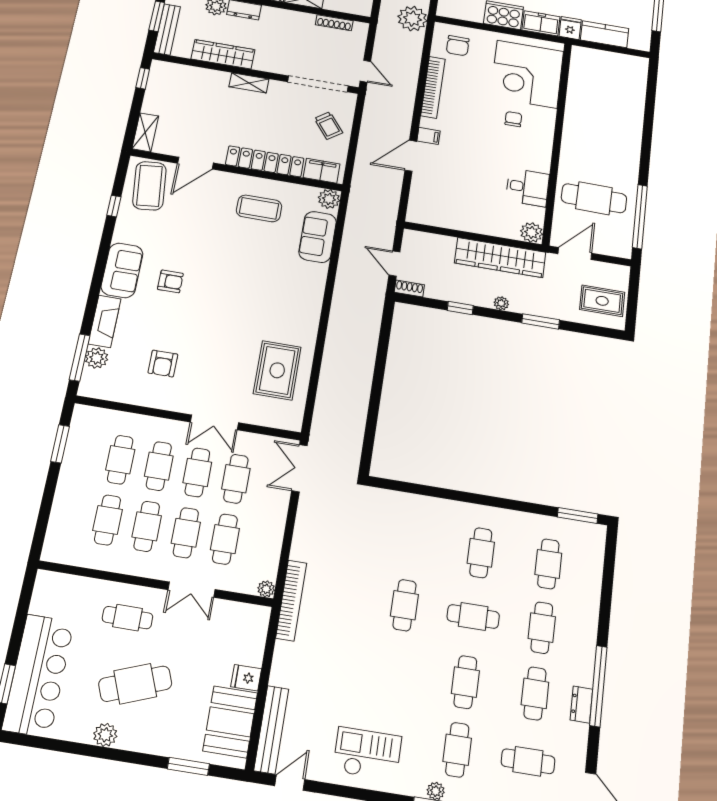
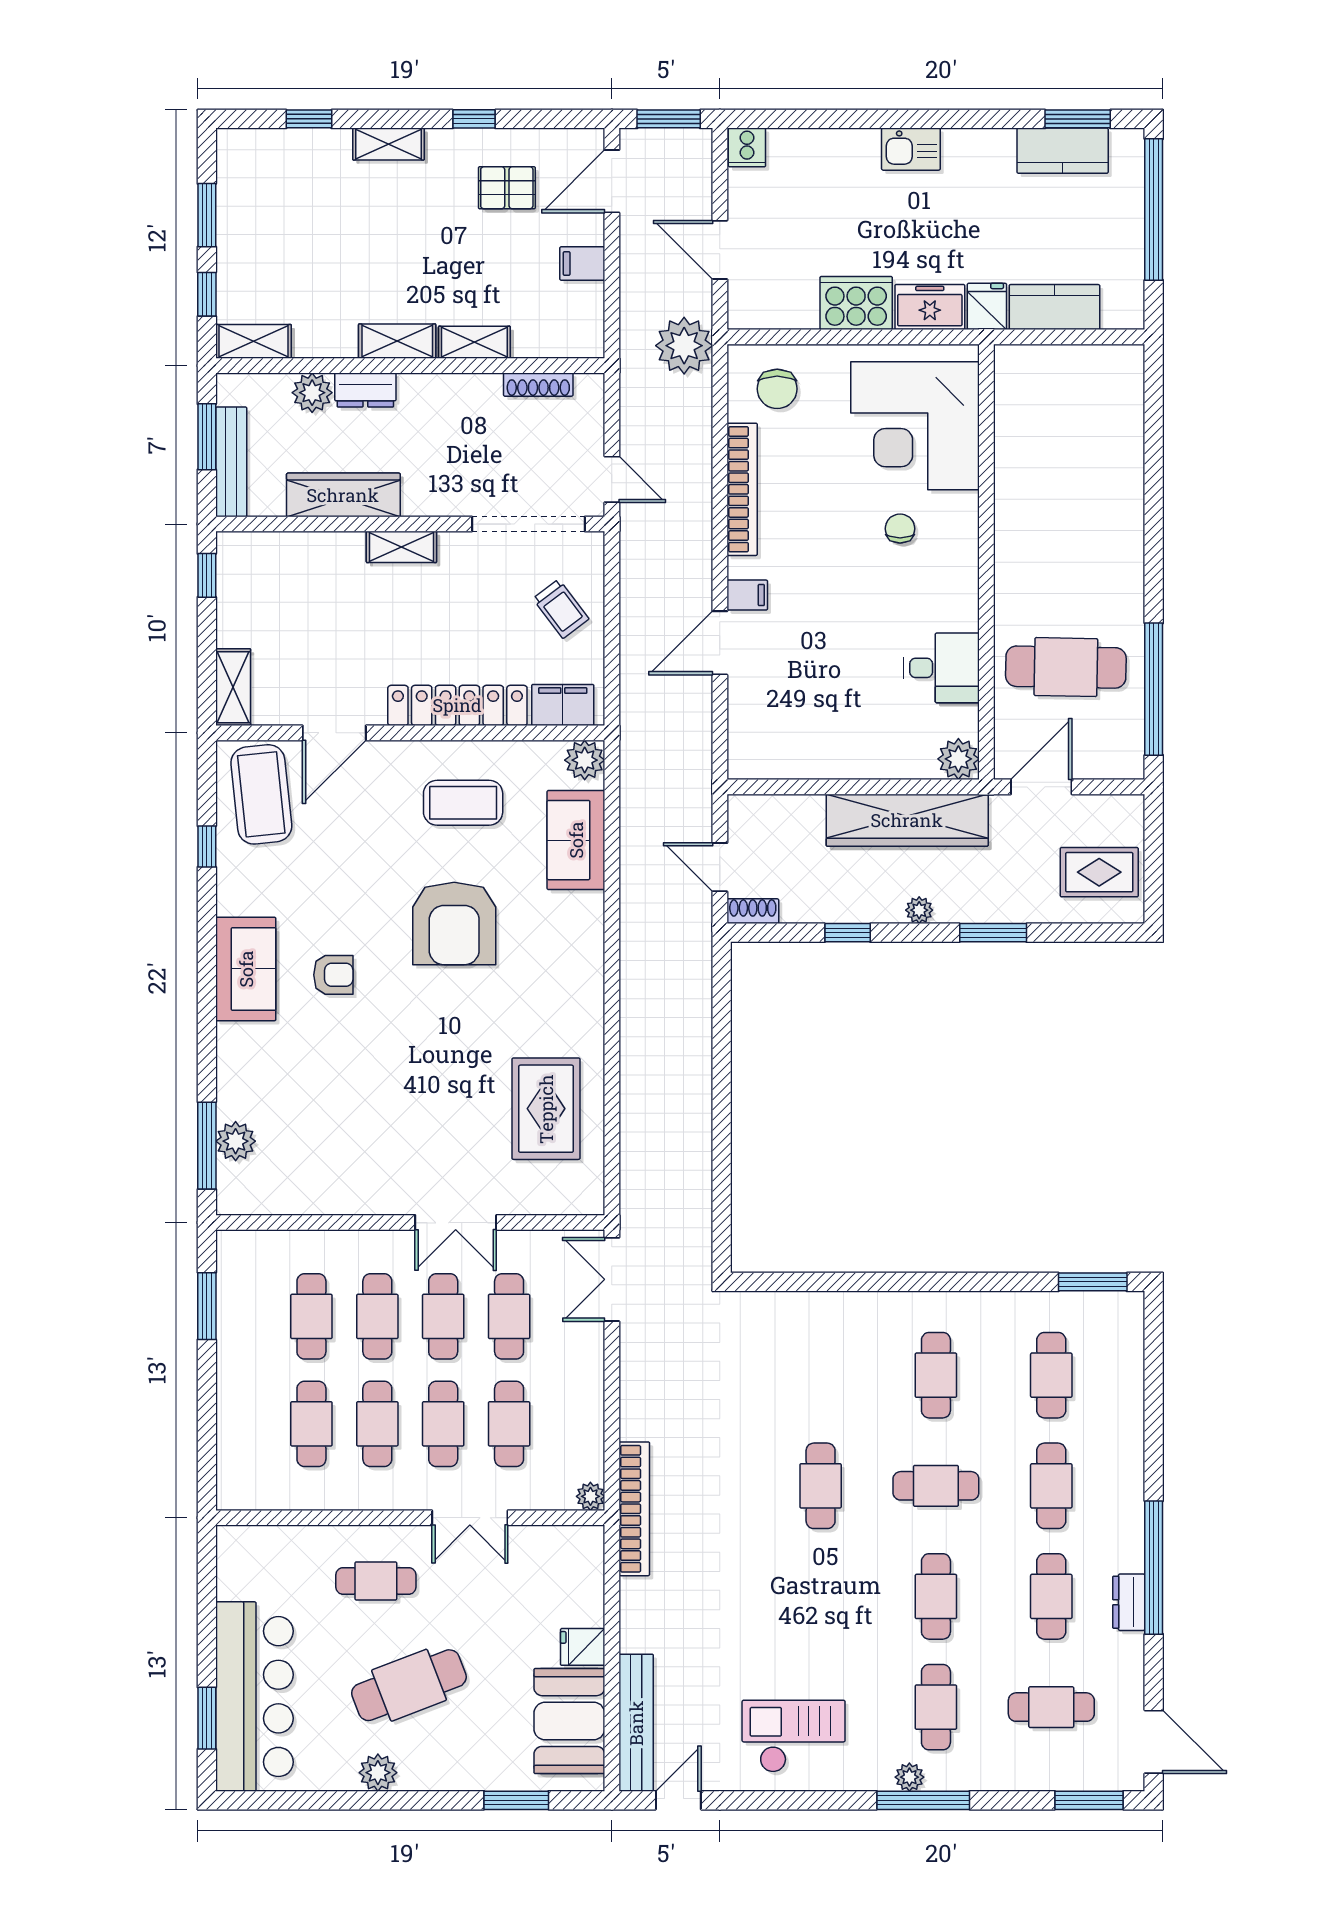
fireplace: (105, 321) -> (235, 1071), removed
armchair: (163, 364) -> (454, 923), moved, width x1.88, depth x1.88

